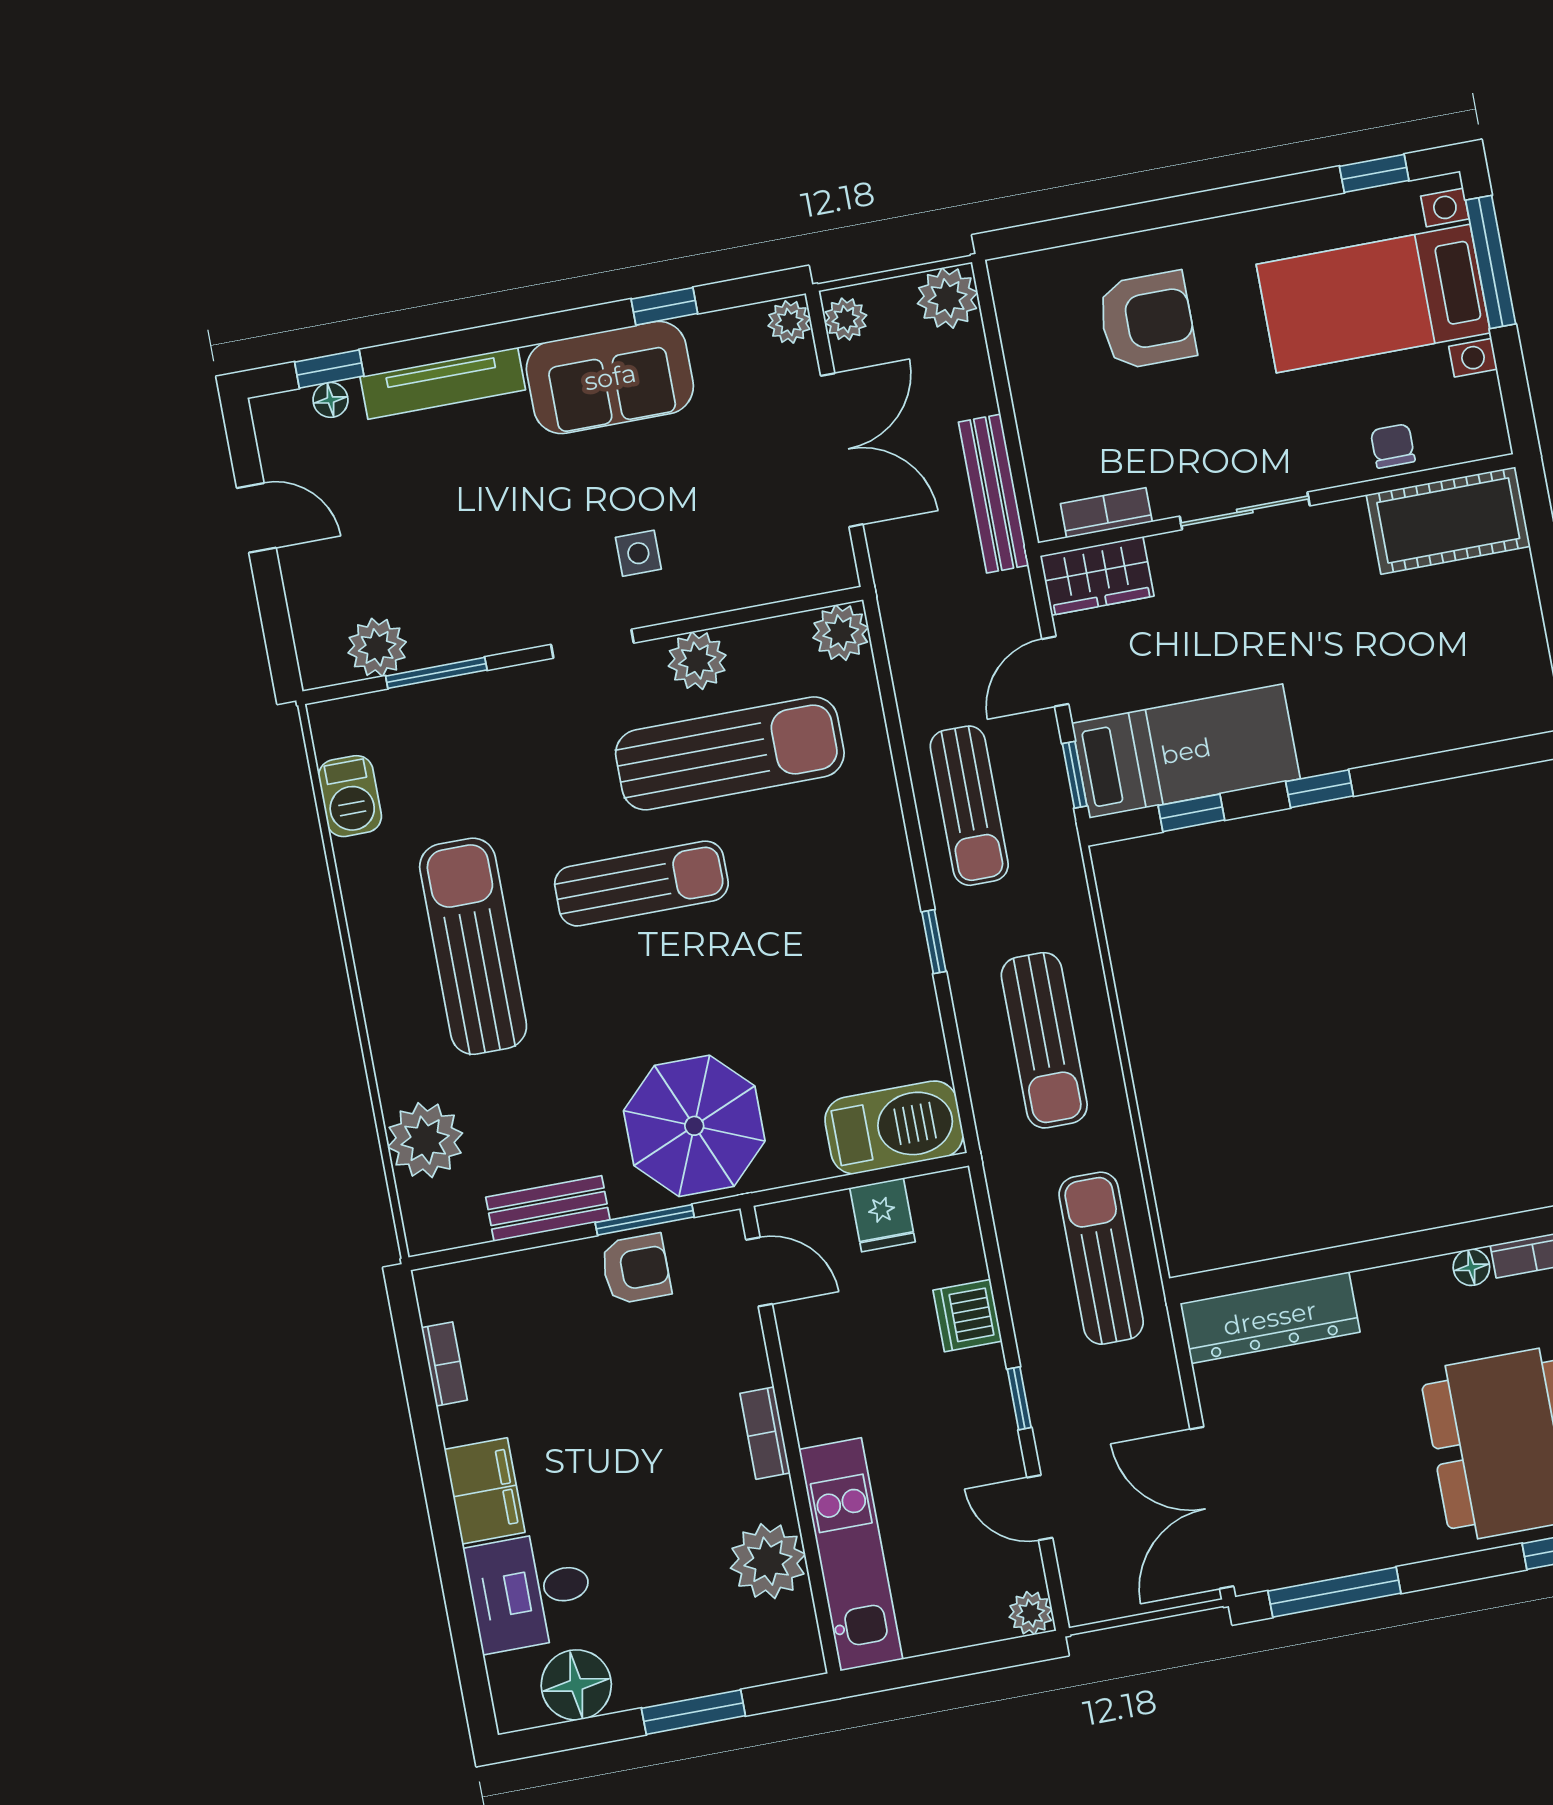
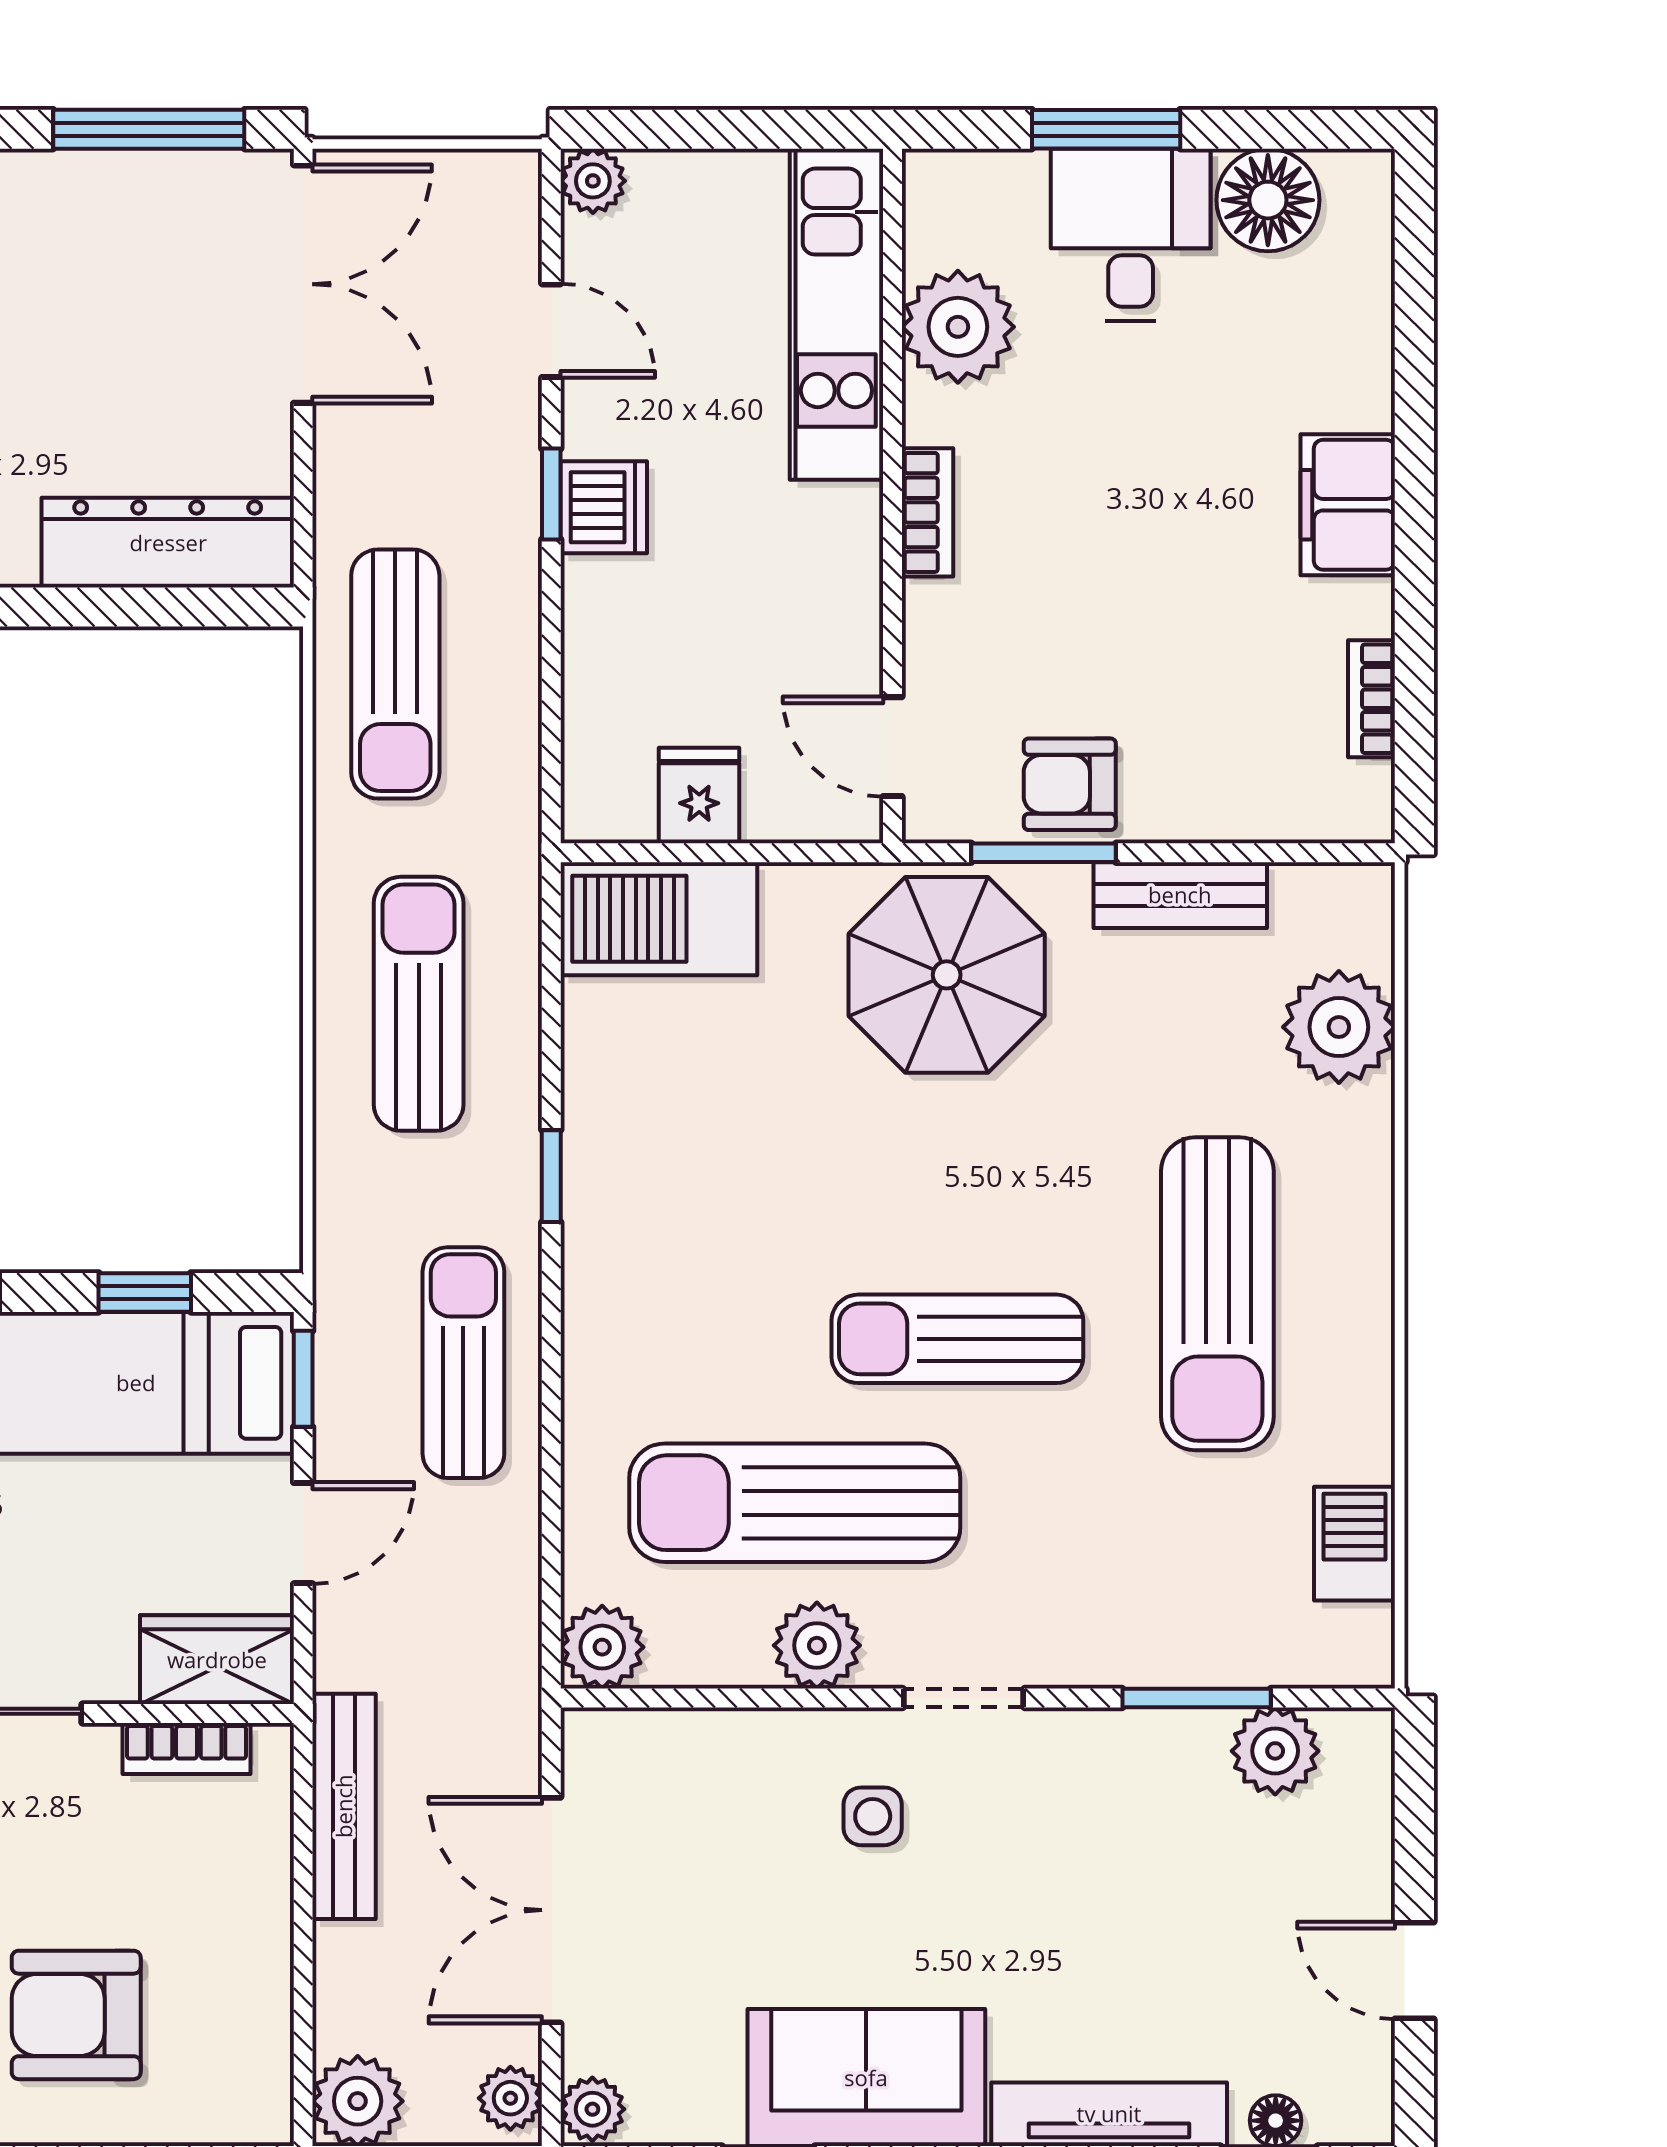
dishwasher: (967, 1316) -> (604, 507), moved
desk: (530, 1591) -> (1131, 235), moved, turned -90

